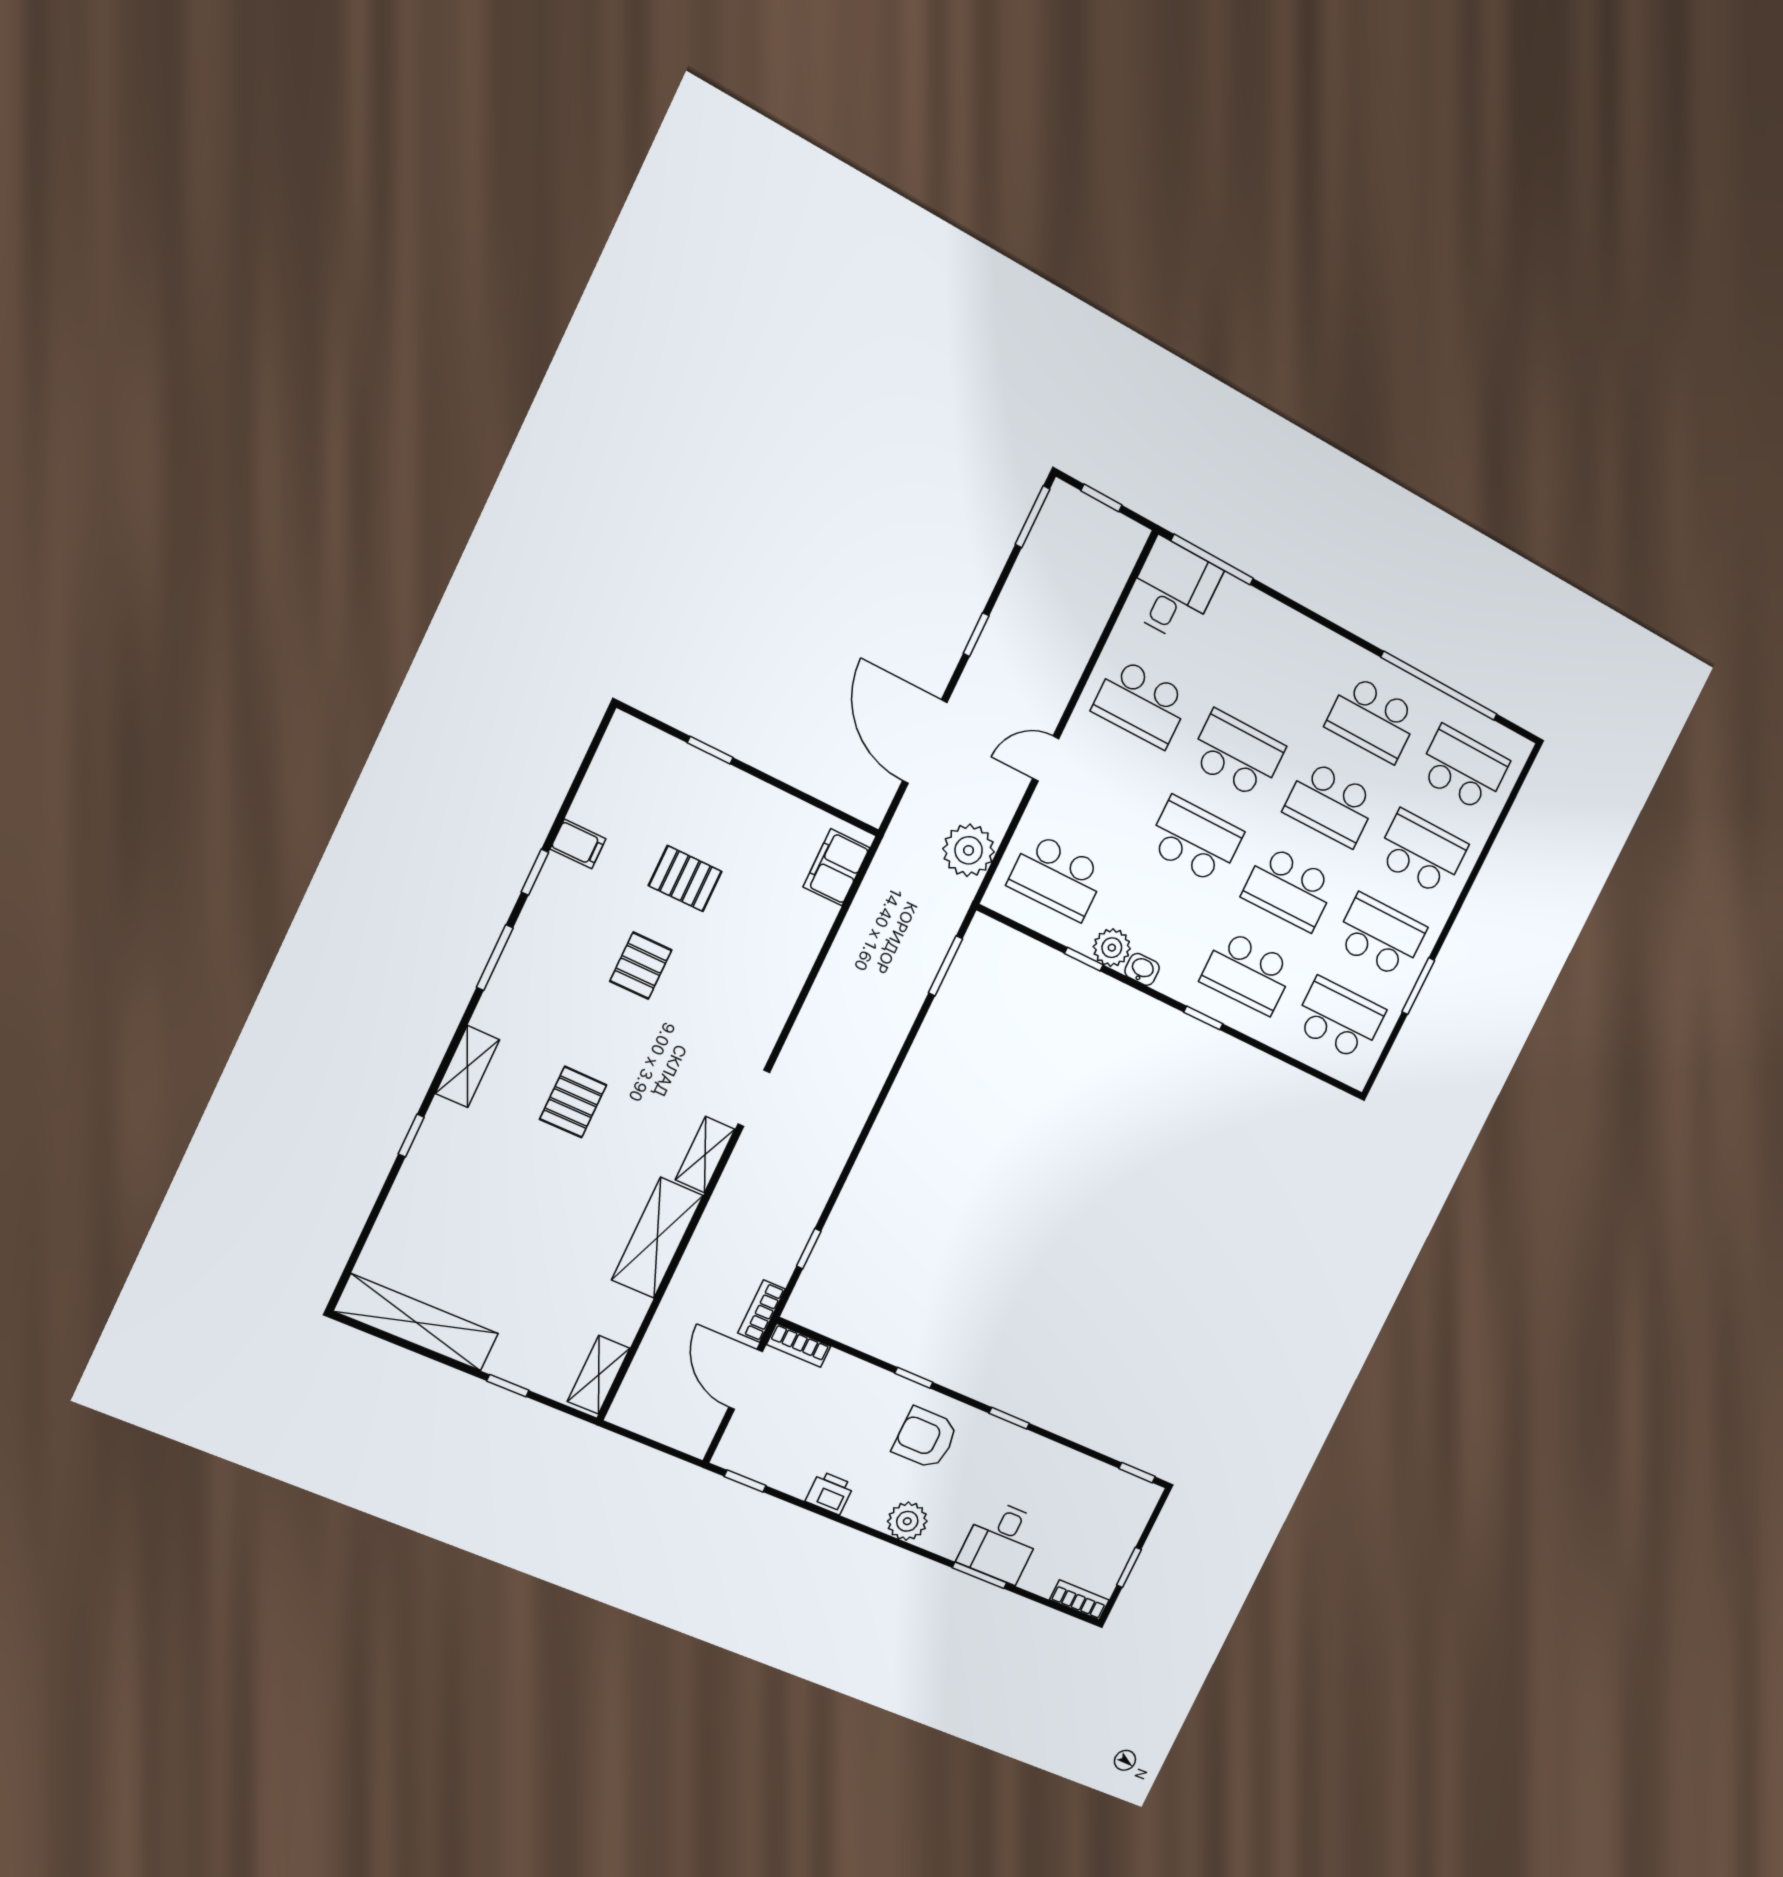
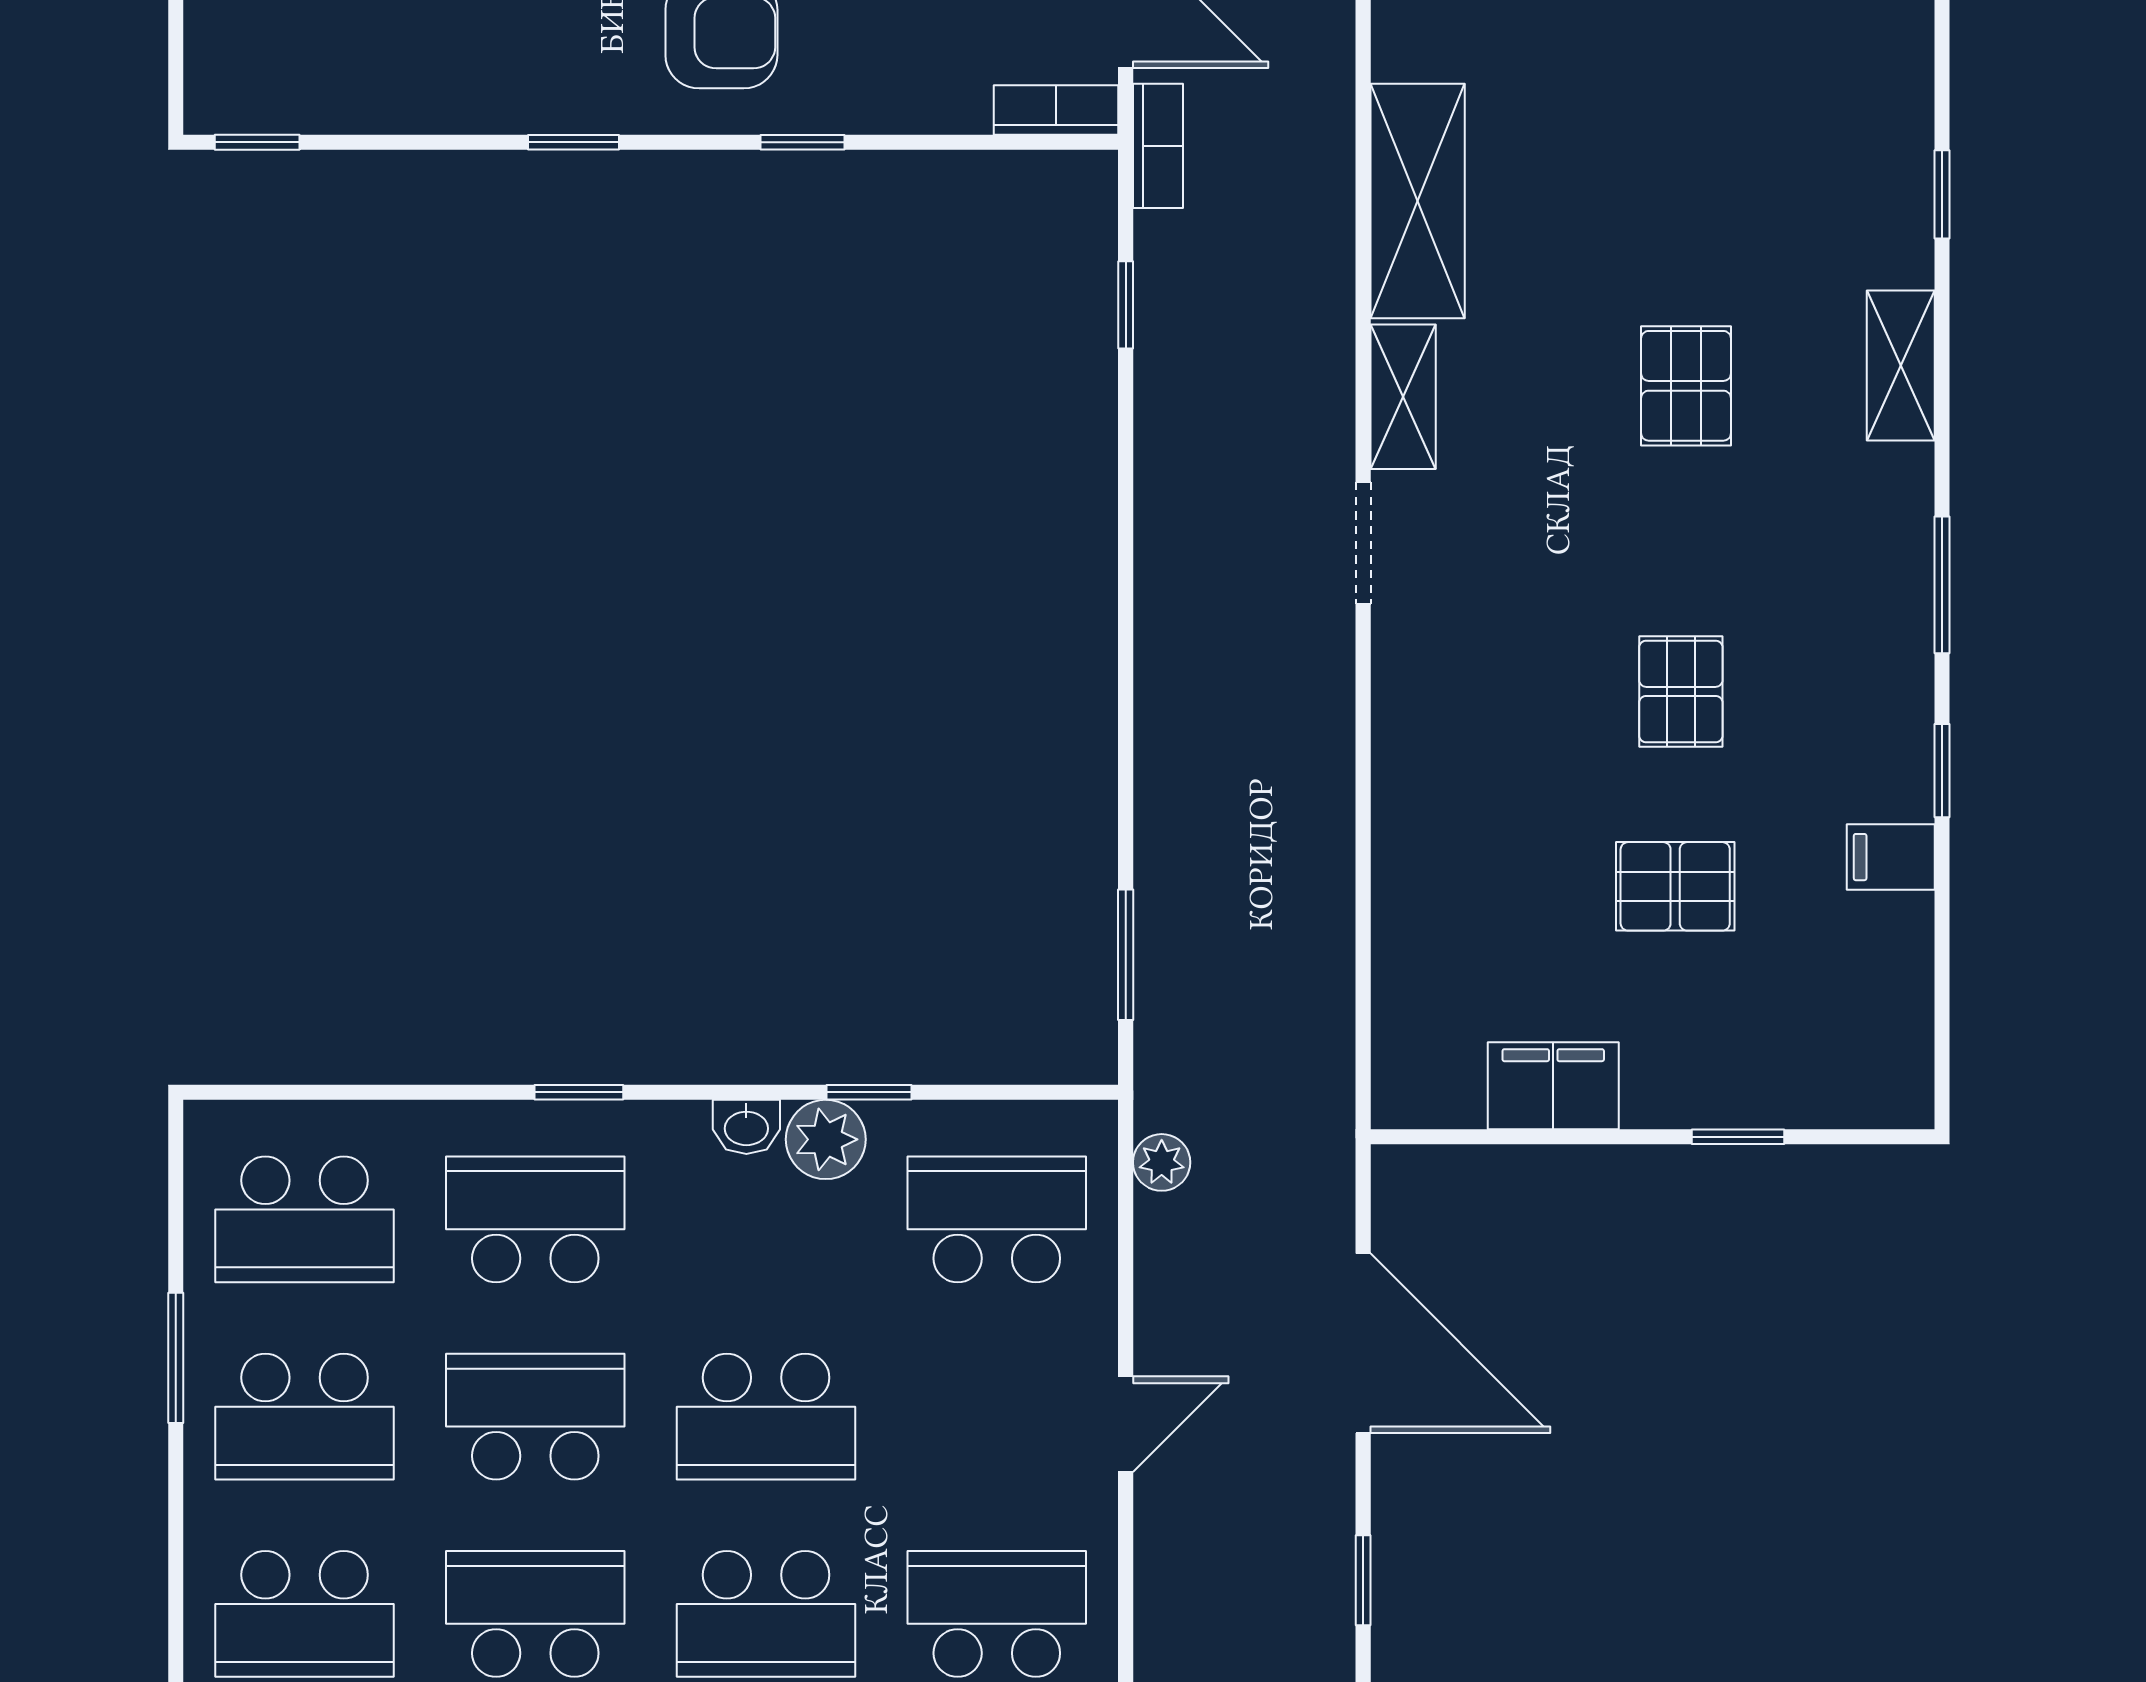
plant: (969, 850) -> (1162, 1162), width x0.53, depth x0.53
filing cabinet: (836, 867) -> (1553, 1086), moved, turned -90

